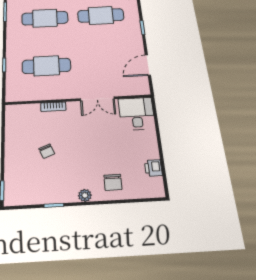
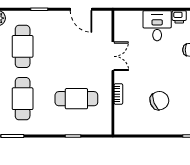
cafe table: (46, 66) -> (76, 99), turned 90
desk: (137, 114) -> (157, 26), moved, turned 90
chair: (47, 151) -> (159, 101), width x1.87, depth x1.87

